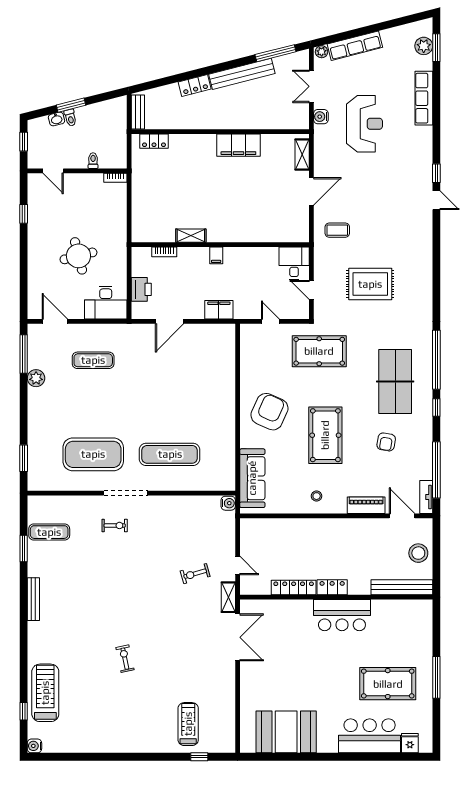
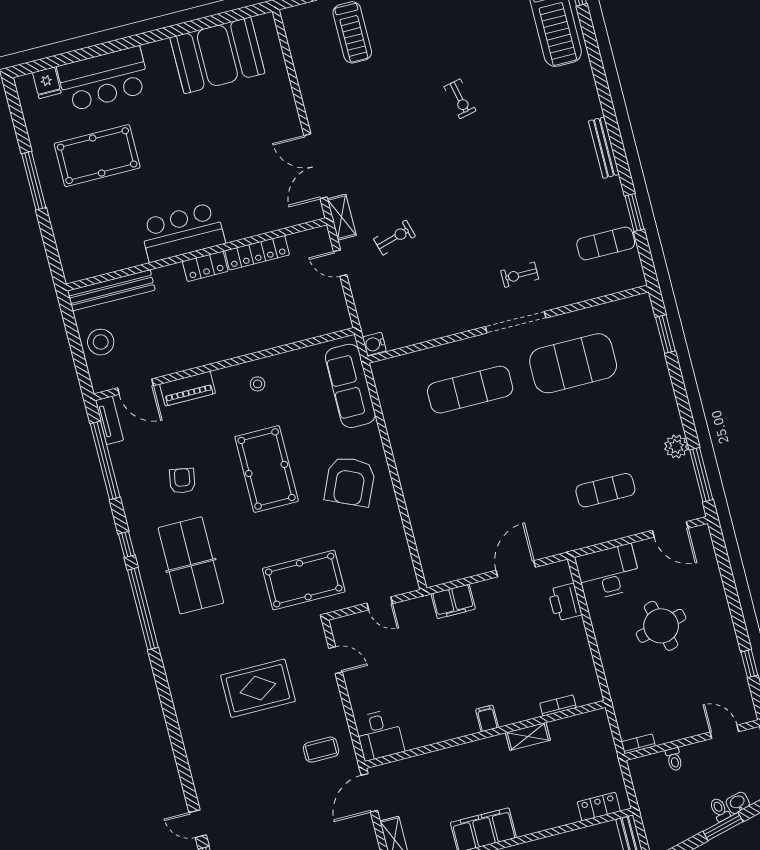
shelving: (191, 236) -> (528, 736), moved
wall: (220, 245) -> (485, 734), moved
bookcase: (164, 252) -> (558, 705), moved
filing cabinet: (216, 255) -> (487, 718), moved
desk: (294, 263) -> (379, 735), moved

